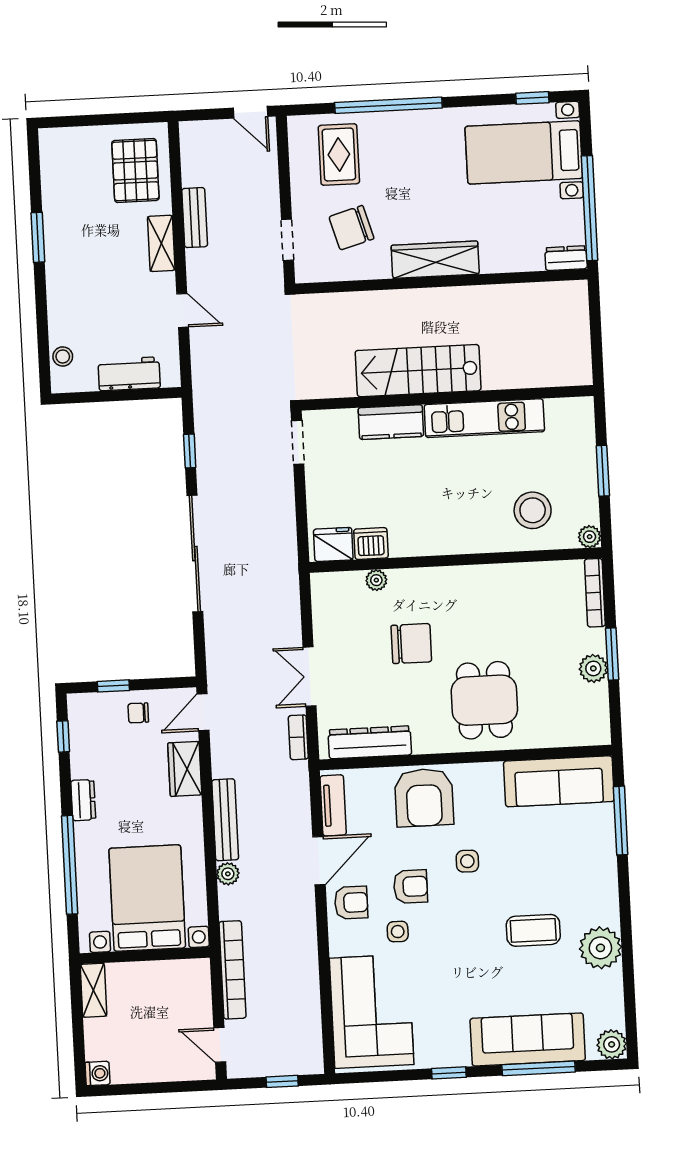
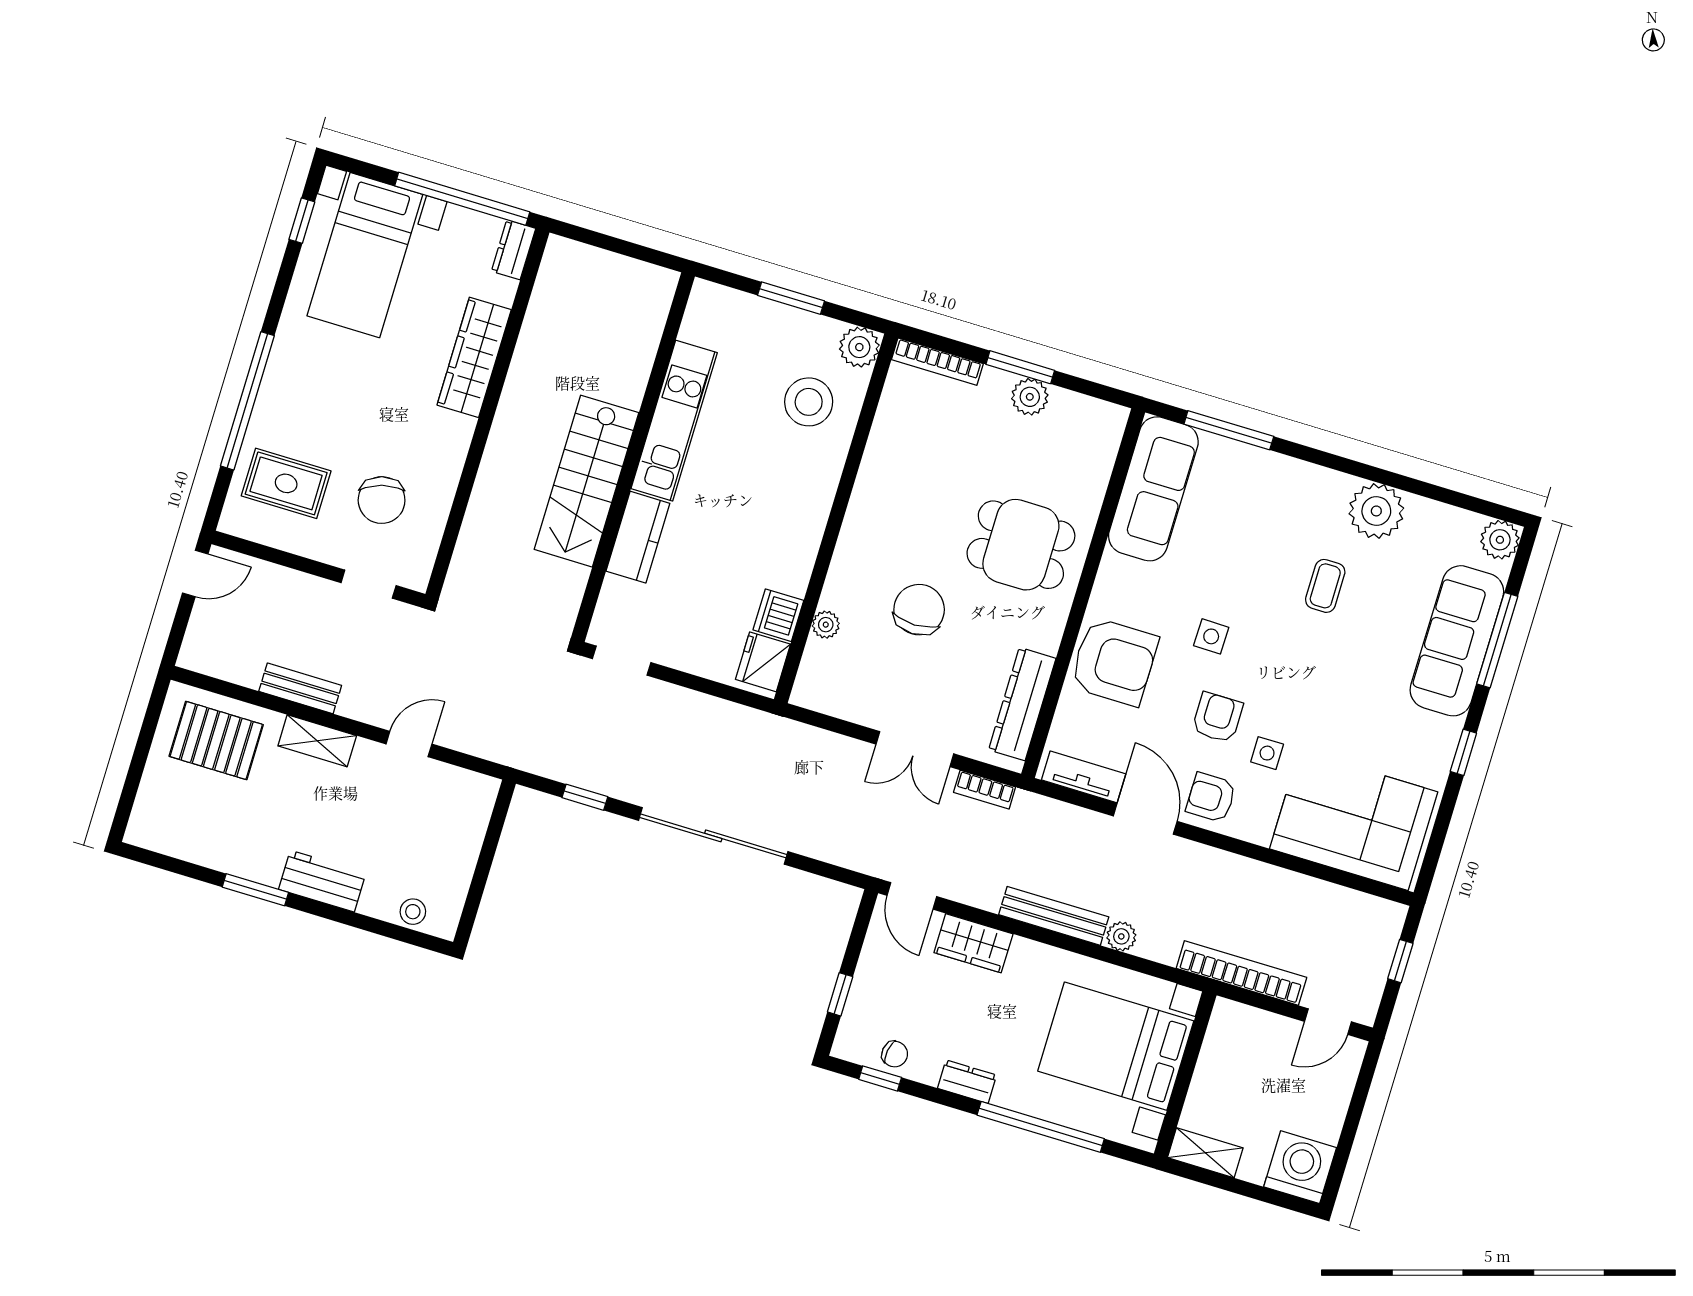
wardrobe: (435, 260) -> (474, 357), moved
workbench: (129, 374) -> (322, 881), moved, turned 90
plant: (590, 537) -> (859, 347), width x1.38, depth x1.38
chair: (138, 713) -> (895, 1054), moved, turned -81
armchair: (351, 903) -> (1211, 798), turned -90
coffee table: (533, 930) -> (1325, 586), width x0.73, depth x0.77
washing machine: (98, 1073) -> (1300, 1167), width x1.89, depth x1.89

